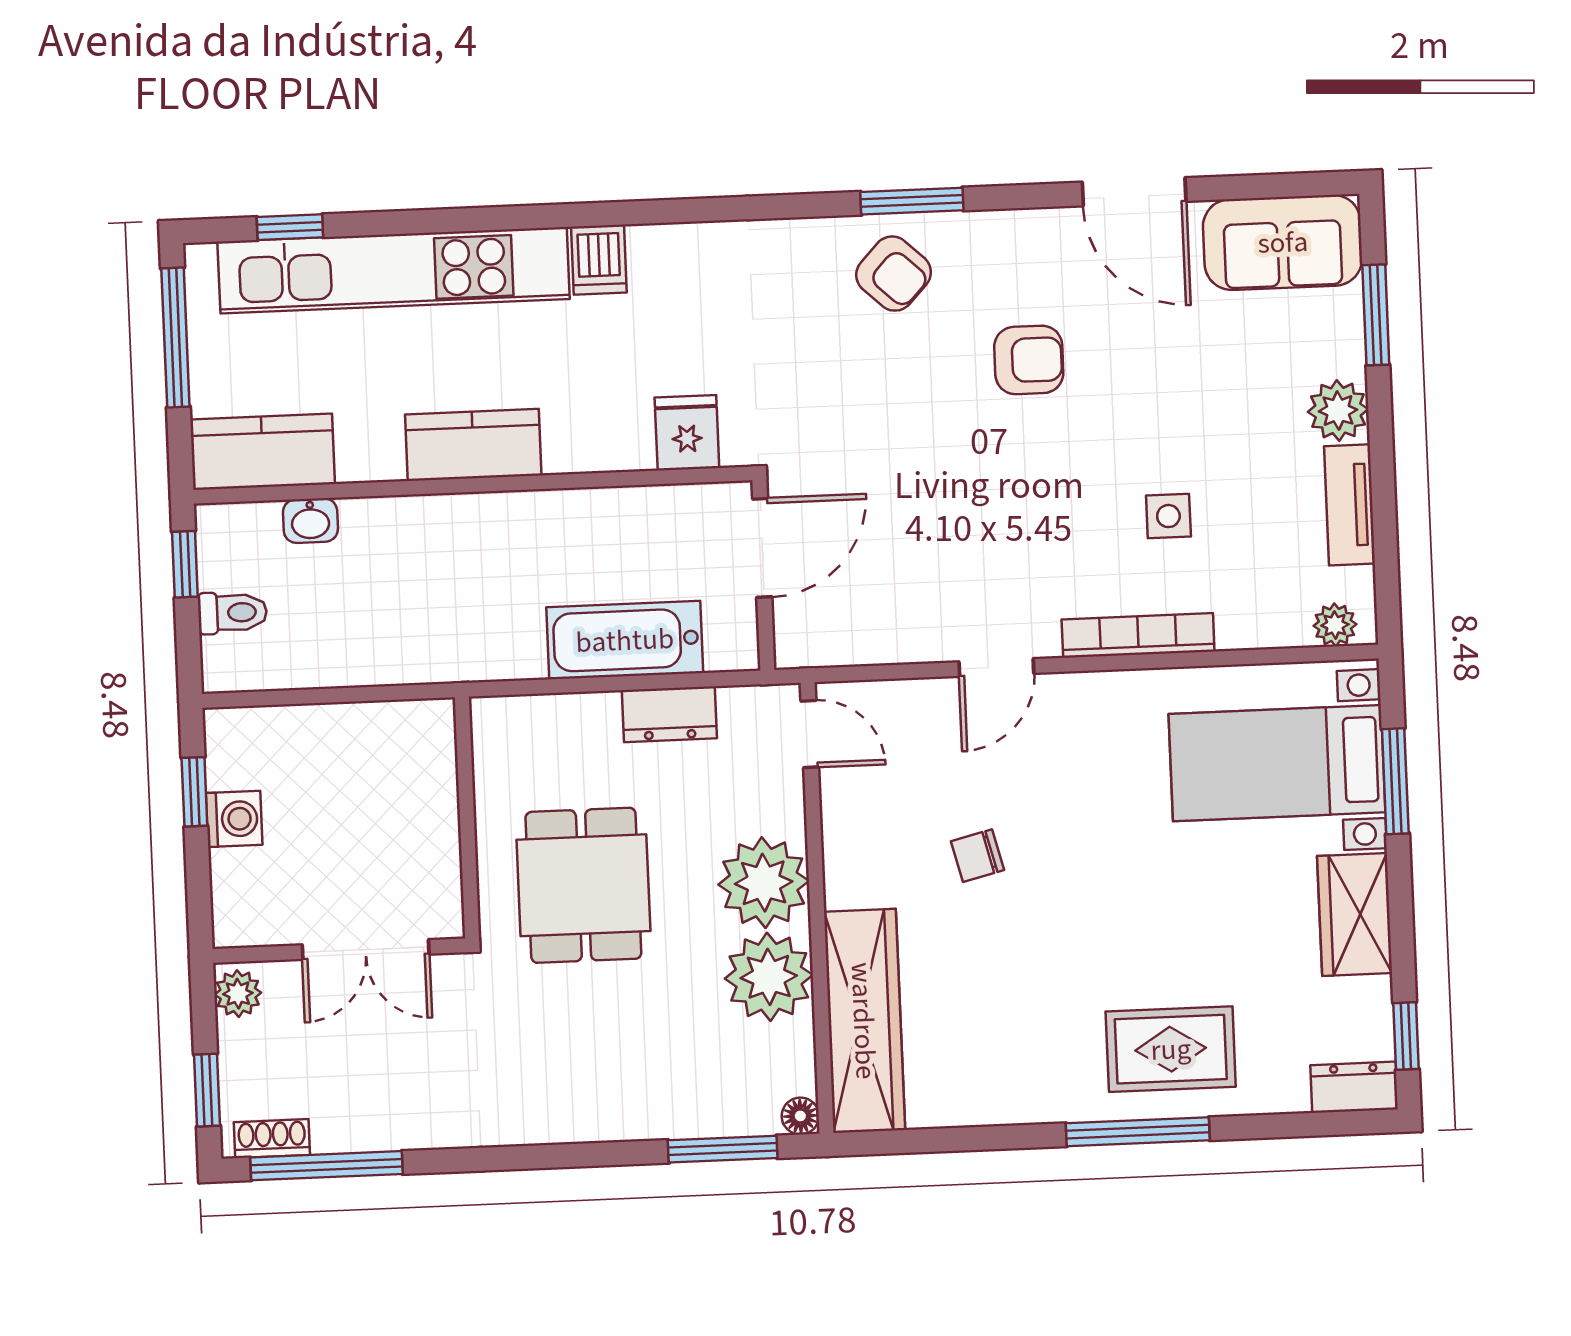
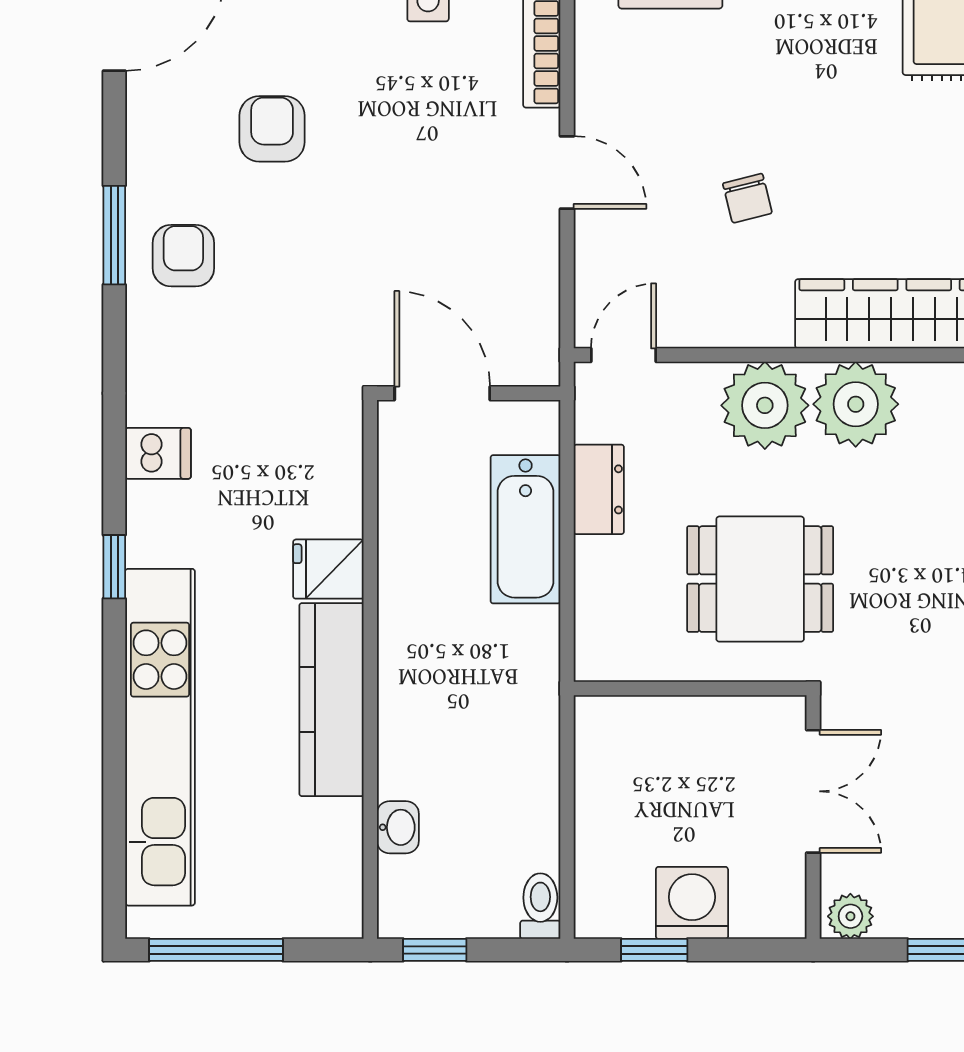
window: (290, 227) -> (114, 567), moved
dishwasher: (599, 260) -> (158, 453), moved
armchair: (894, 274) -> (183, 256), turned -43
fridge: (687, 433) -> (328, 569), moved
kitchen counter: (473, 445) -> (331, 700), width x1.50
kitchen counter: (263, 452) -> (329, 871), removed
toilet: (232, 613) -> (540, 906), moved
washing machine: (234, 819) -> (692, 903), width x1.38, depth x1.38

